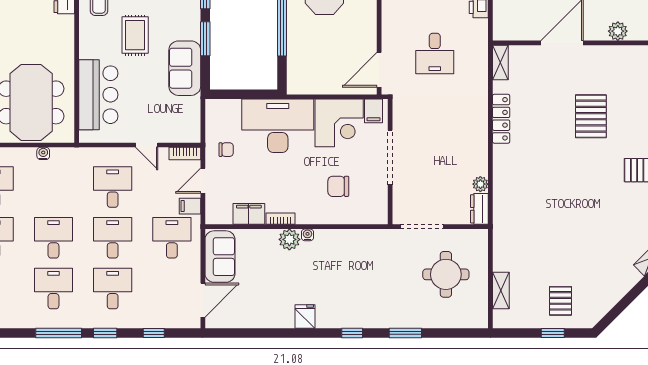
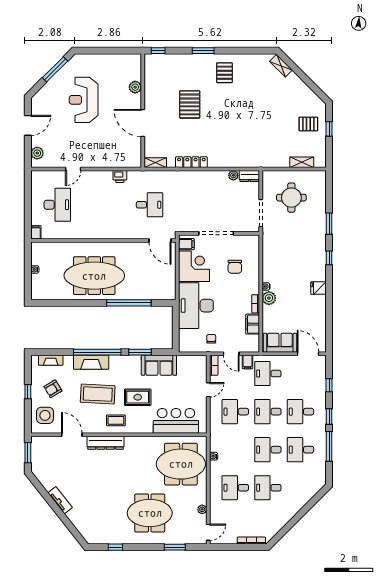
pallet: (591, 116) -> (190, 104), turned 90

